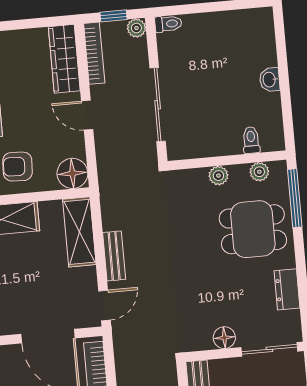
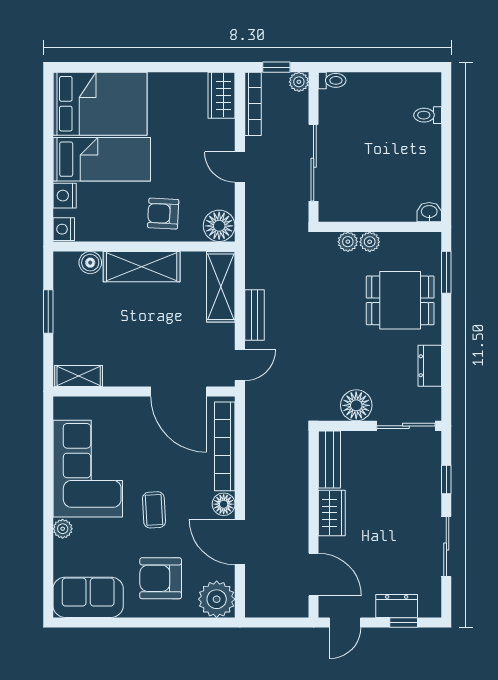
wardrobe: (64, 59) -> (222, 95), width x0.67
washbasin: (270, 80) -> (429, 212), moved, turned 90
toilet: (251, 140) -> (428, 115), moved, turned -90
plant: (259, 172) -> (348, 242), moved
window: (295, 198) -> (446, 272), width x0.69
floor lamp: (224, 338) -> (356, 405), width x1.38, depth x1.38

